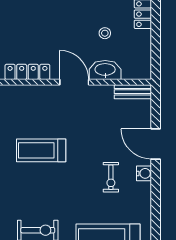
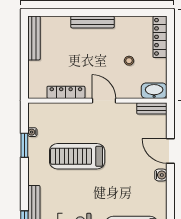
washbasin: (105, 70) -> (154, 91), moved
treadmill: (41, 150) -> (77, 156), width x1.37, depth x1.38
exercise bike: (111, 177) -> (134, 178), removed

